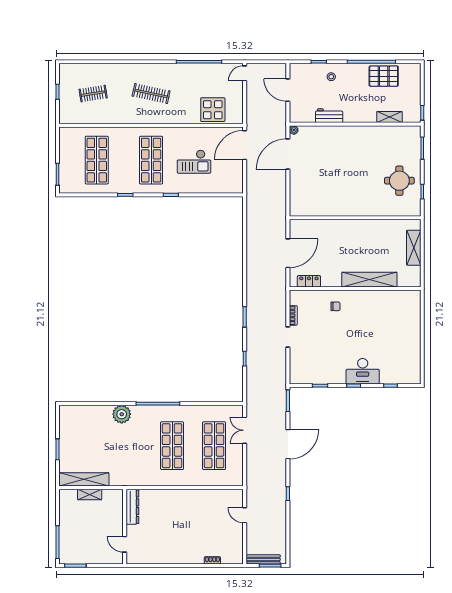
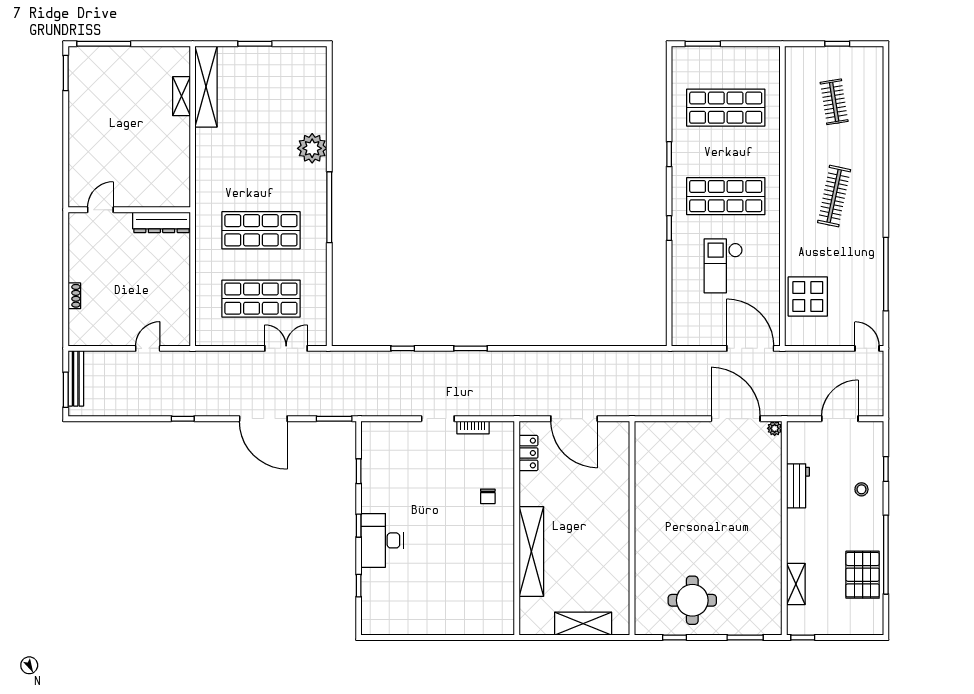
dresser: (132, 507) -> (161, 222), moved
wall: (125, 527) -> (129, 210), moved
door: (125, 544) -> (100, 210), moved

